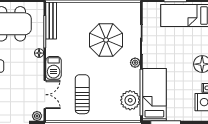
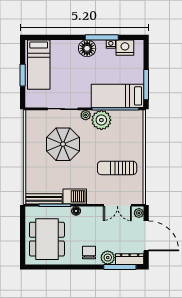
barbecue: (54, 68) -> (75, 196), moved
double door: (45, 95) -> (117, 205), swing flipped
plant: (130, 100) -> (101, 120), moved

